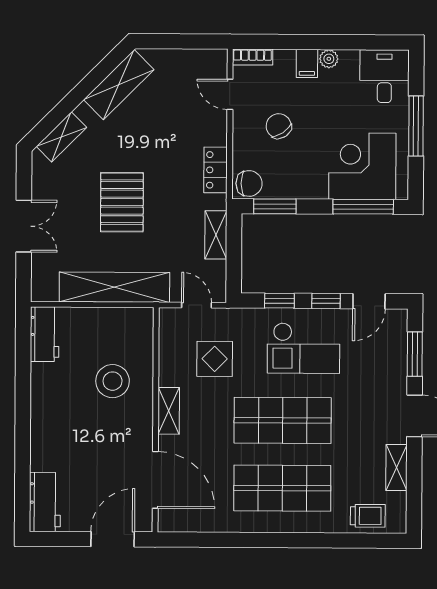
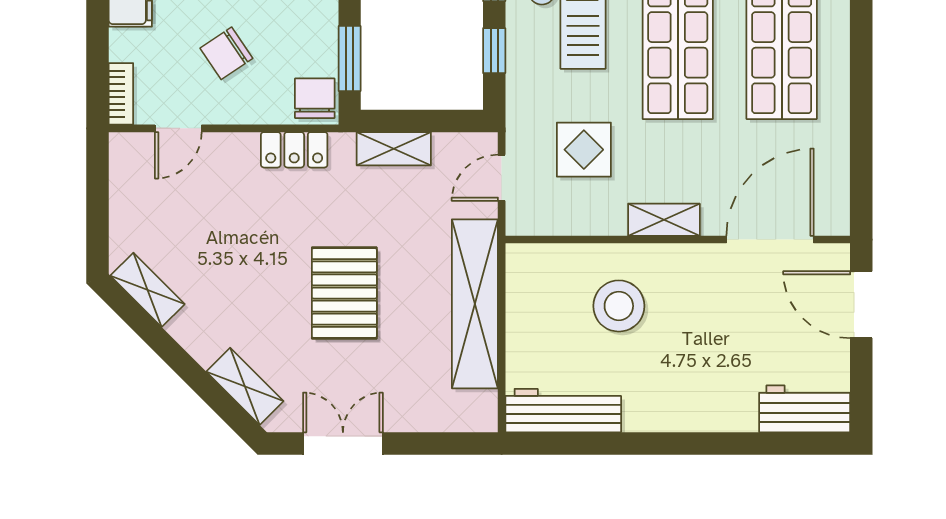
shelving: (119, 85) -> (147, 290), width x0.67, depth x0.75
pallet: (122, 202) -> (344, 293), turned 90
double door: (24, 226) -> (343, 443), moved
workbench: (45, 334) -> (563, 411), width x1.38

